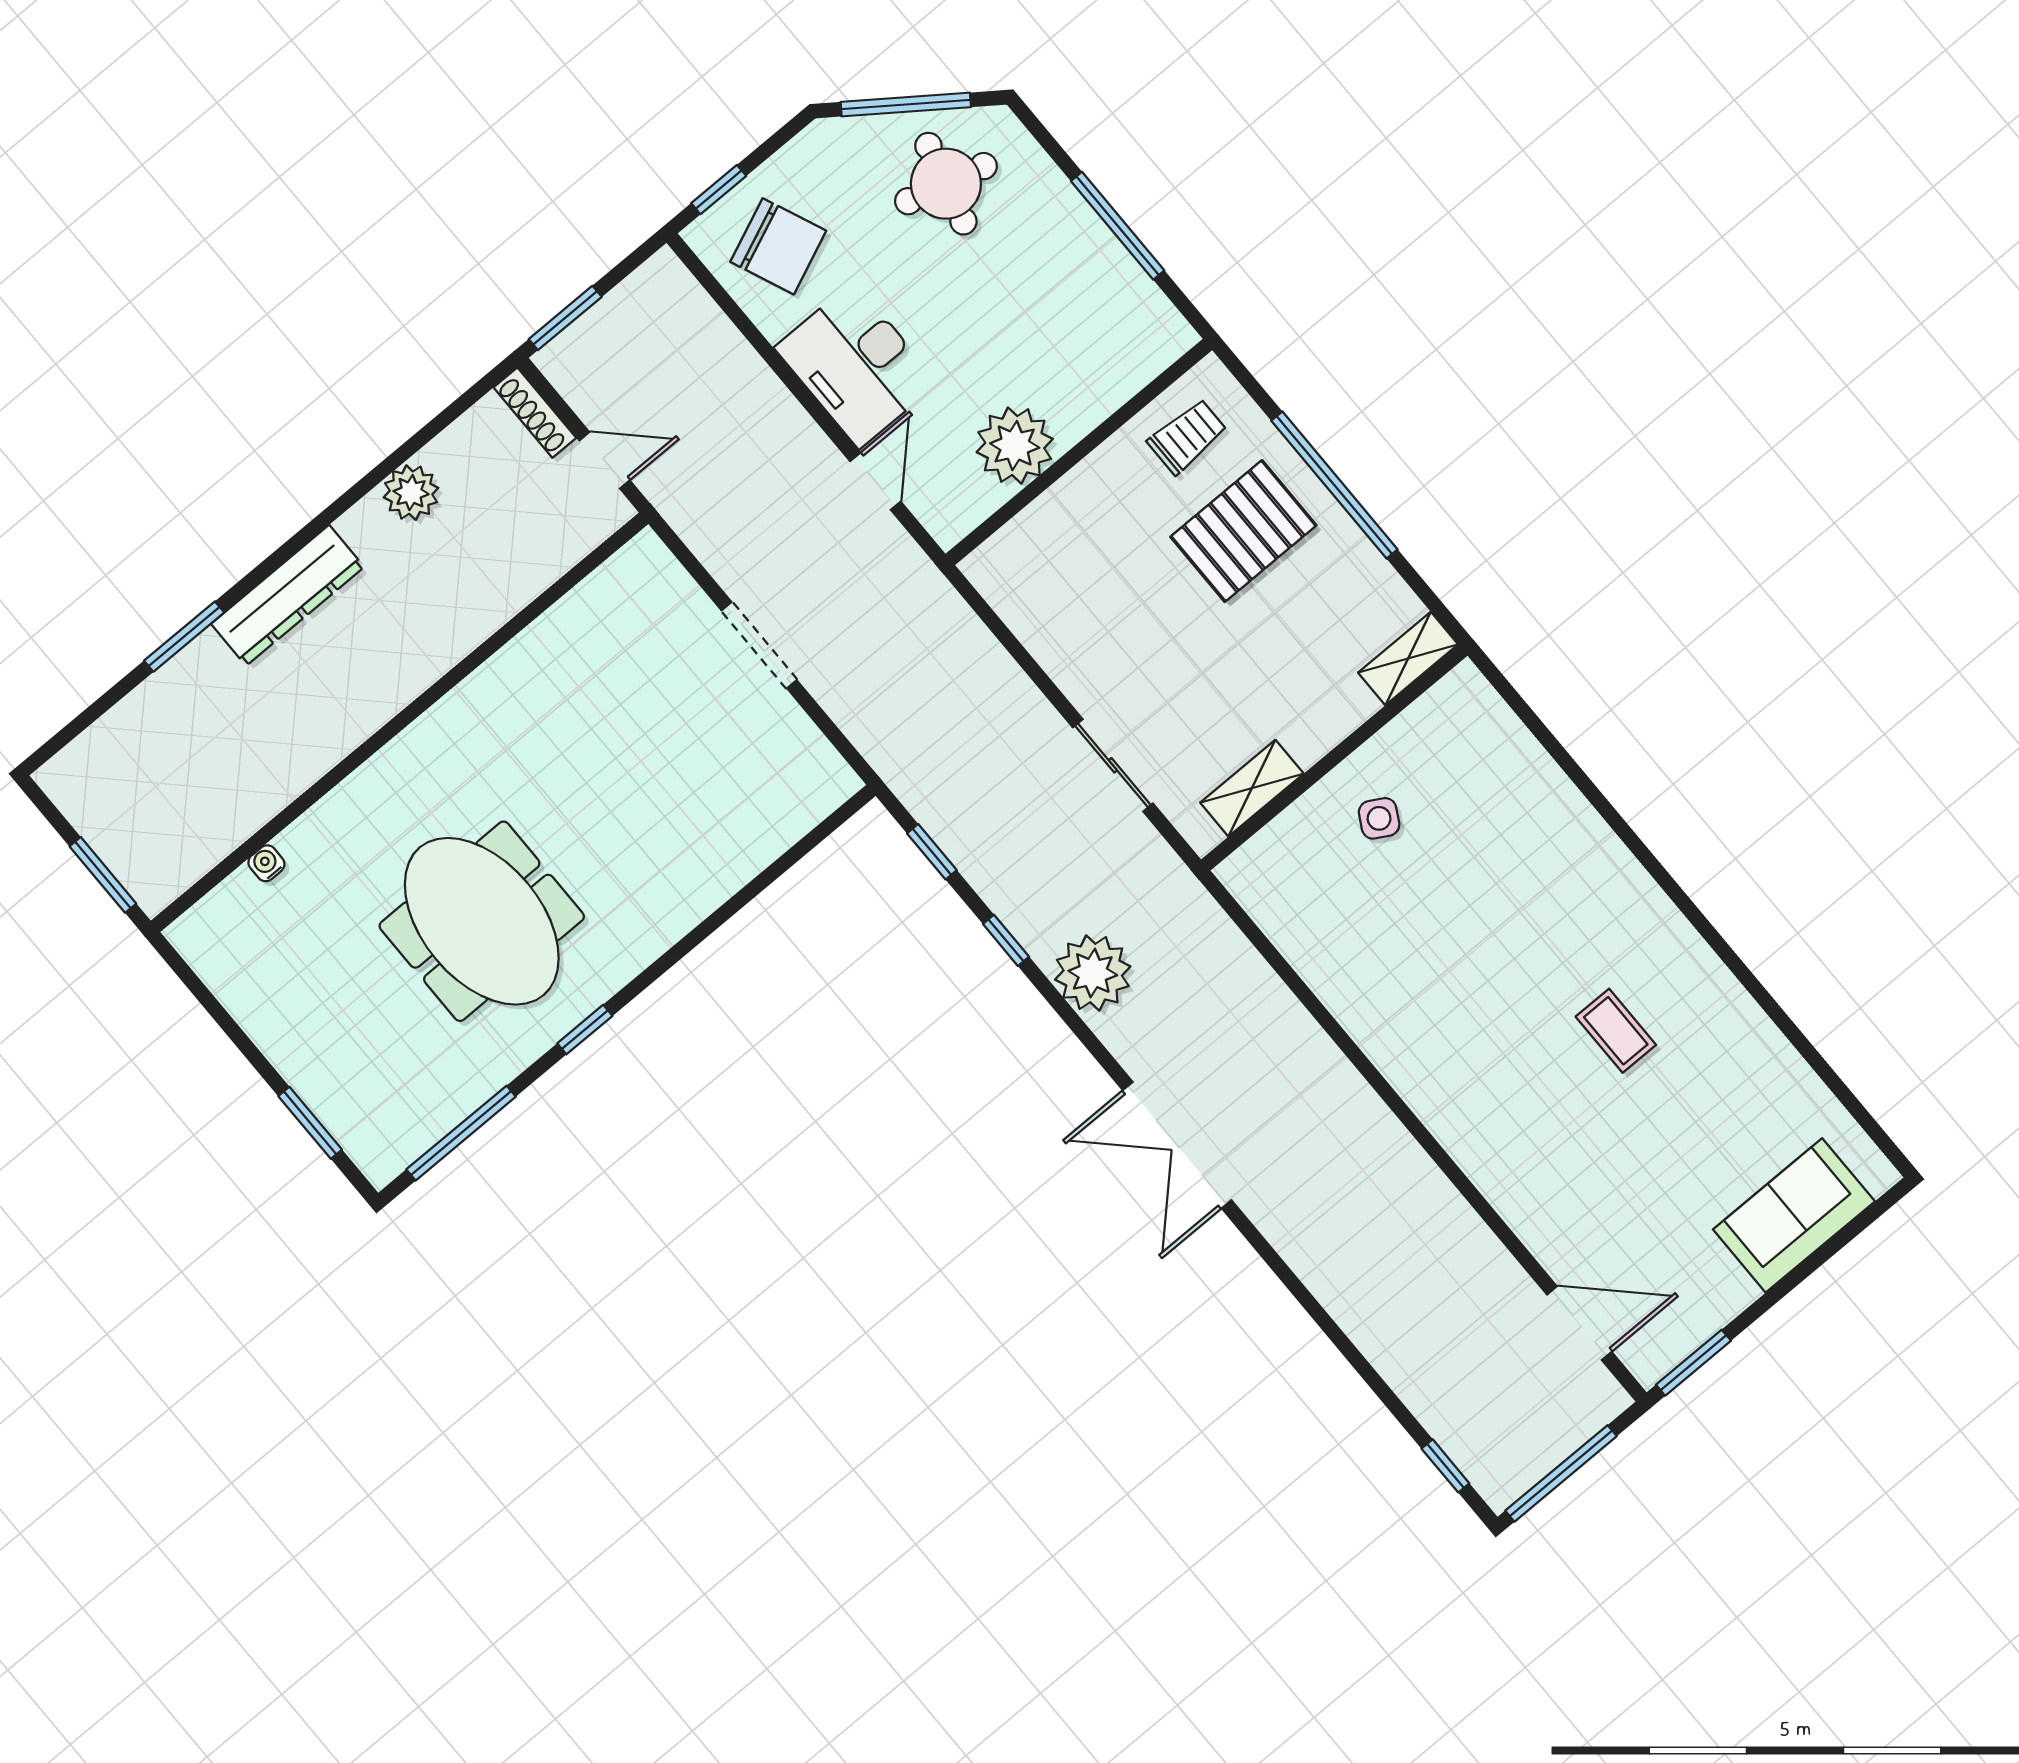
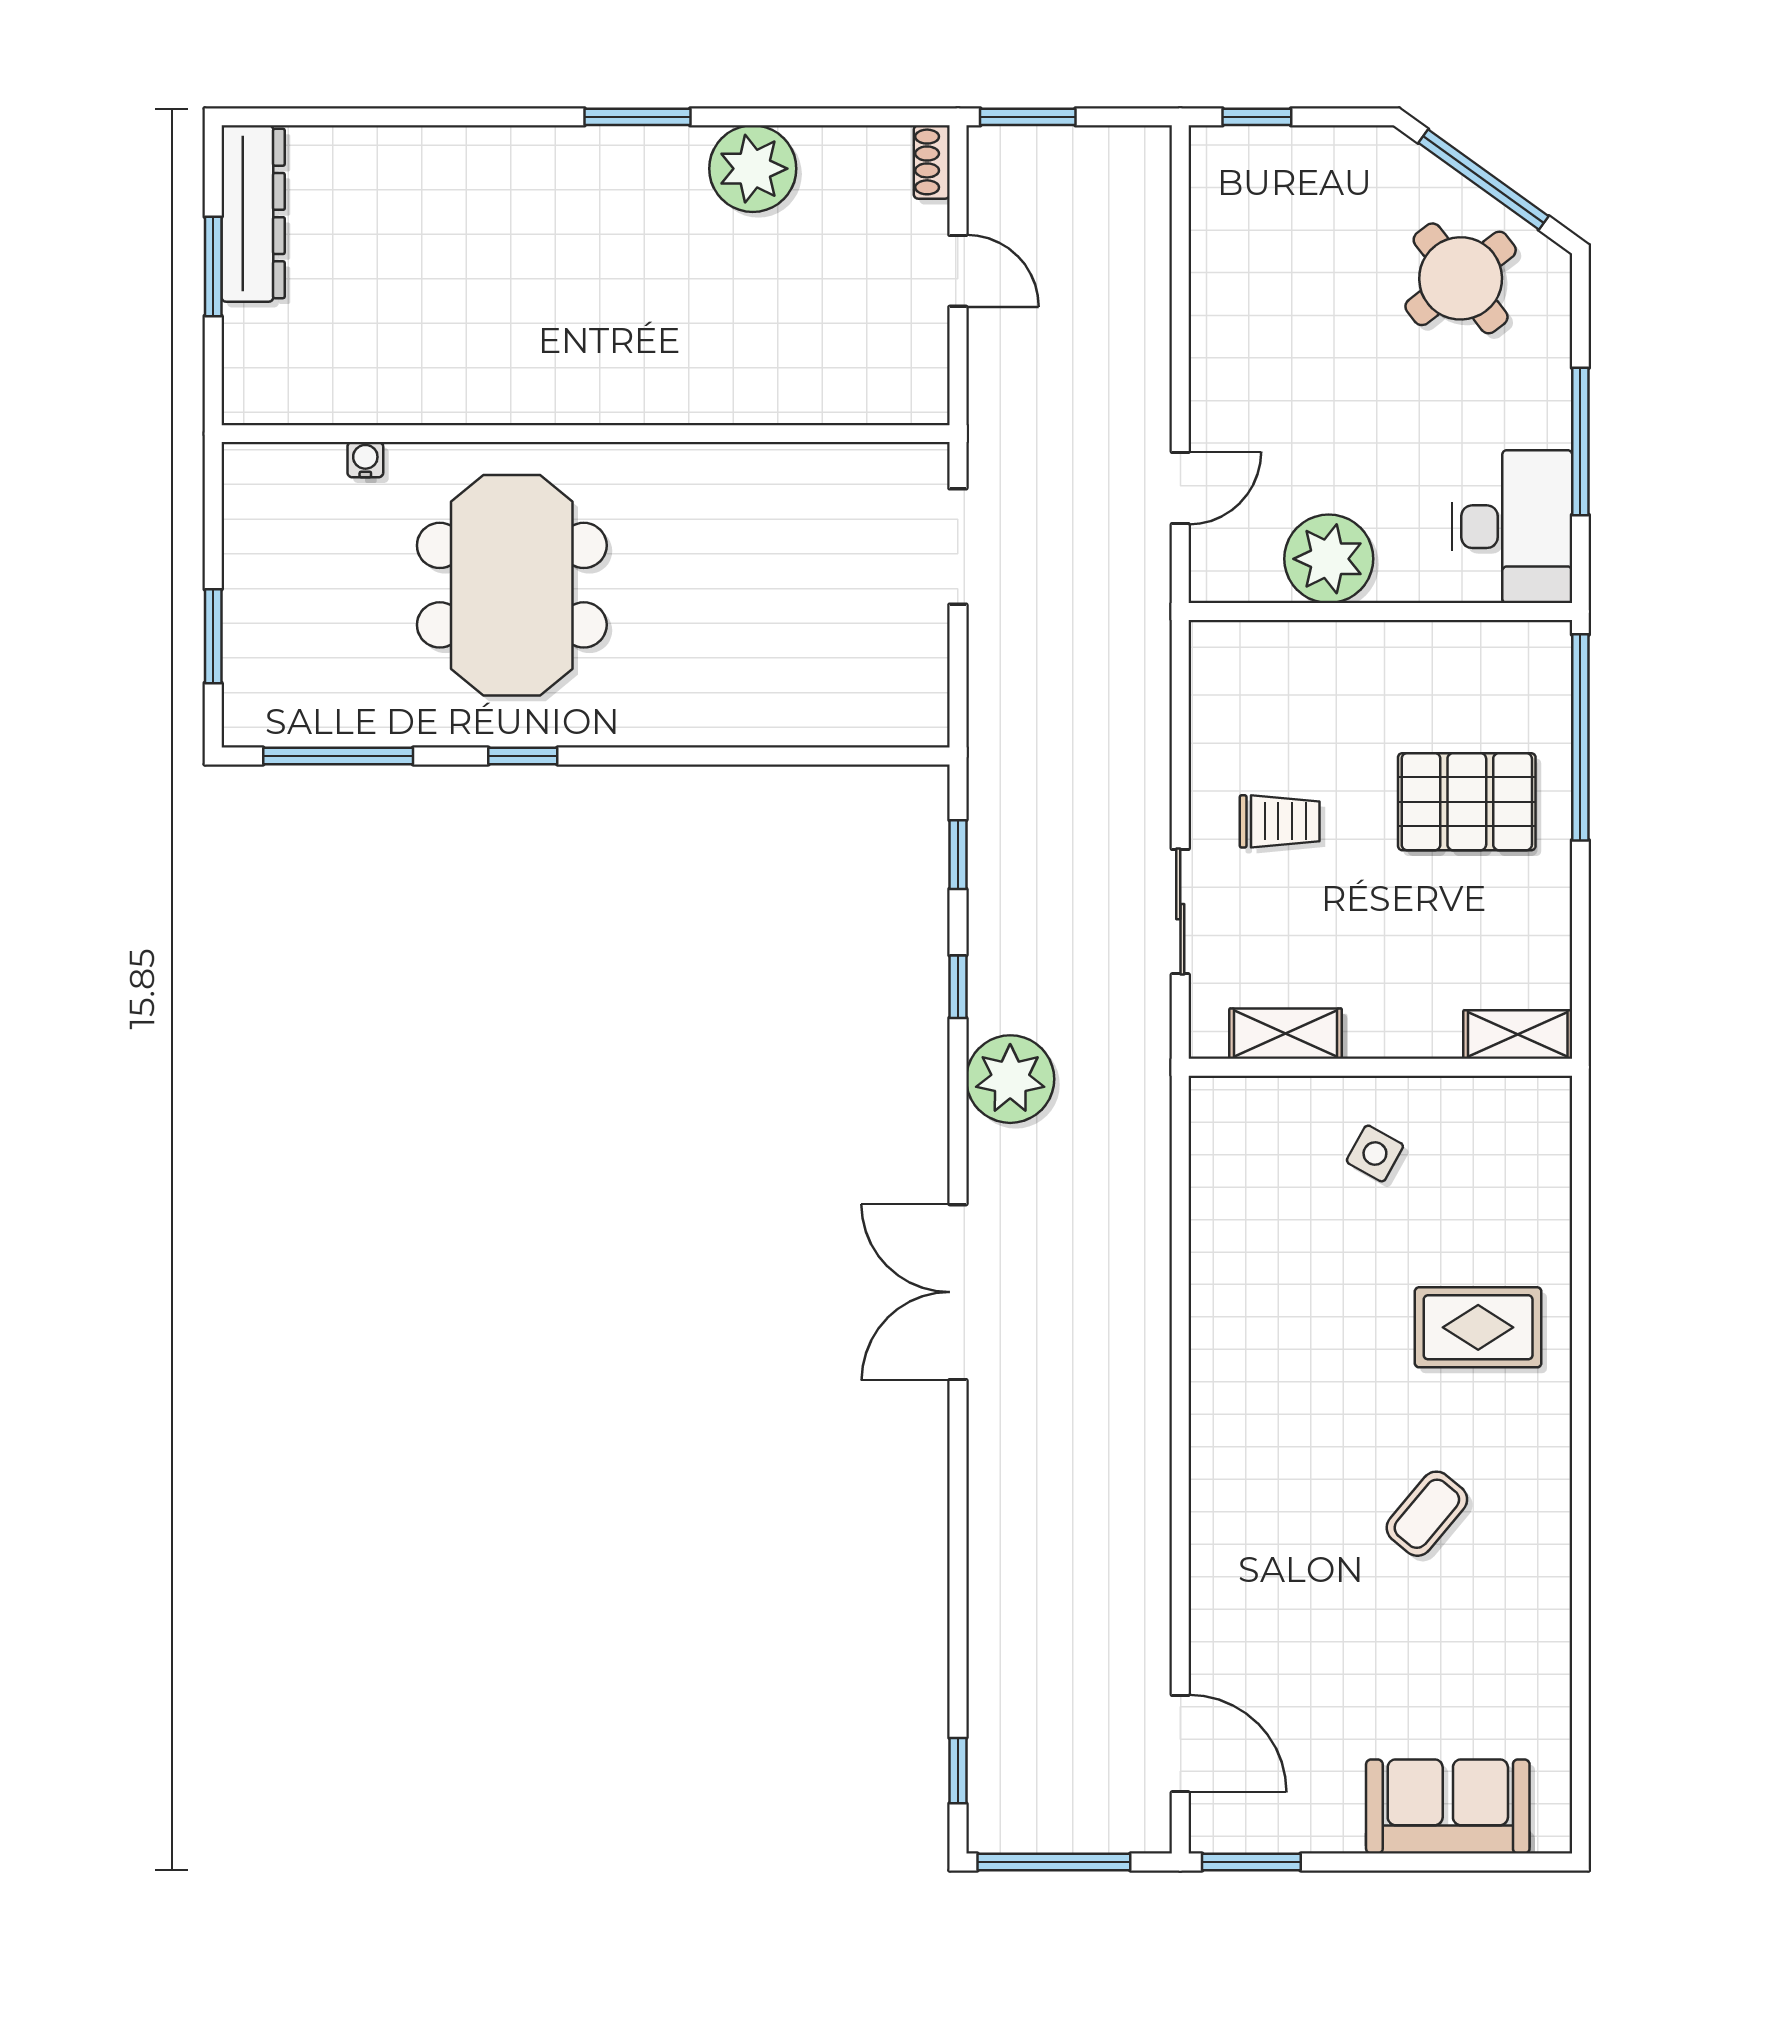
round table: (946, 184) -> (1461, 278), turned 37
chair: (778, 246) -> (1267, 210), removed
desk: (856, 365) -> (1512, 527), moved, turned 180
shoe rack: (535, 413) -> (932, 162), width x0.70
trolley: (1187, 437) -> (1280, 821), moved
window: (1334, 485) -> (1580, 737), moved
plant: (411, 493) -> (753, 169), width x1.36, depth x1.36
dresser: (288, 595) -> (253, 213), moved, turned -90
window: (184, 637) -> (637, 117), moved
wall: (400, 722) -> (586, 434), moved
water cooler: (266, 863) -> (365, 460), moved
rug: (1546, 877) -> (1478, 1327), added
coffee table: (1616, 1031) -> (1427, 1514), turned 40

